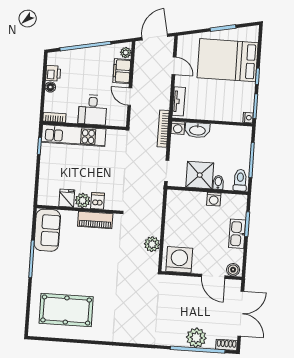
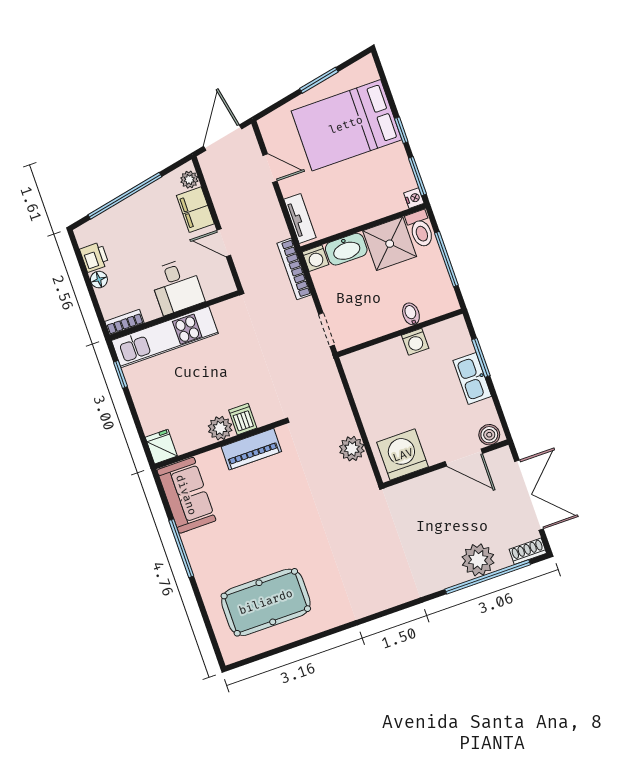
shower: (200, 175) -> (390, 244), moved
toilet: (240, 180) -> (420, 229), moved, turned 180
fridge: (67, 198) -> (161, 447), moved

